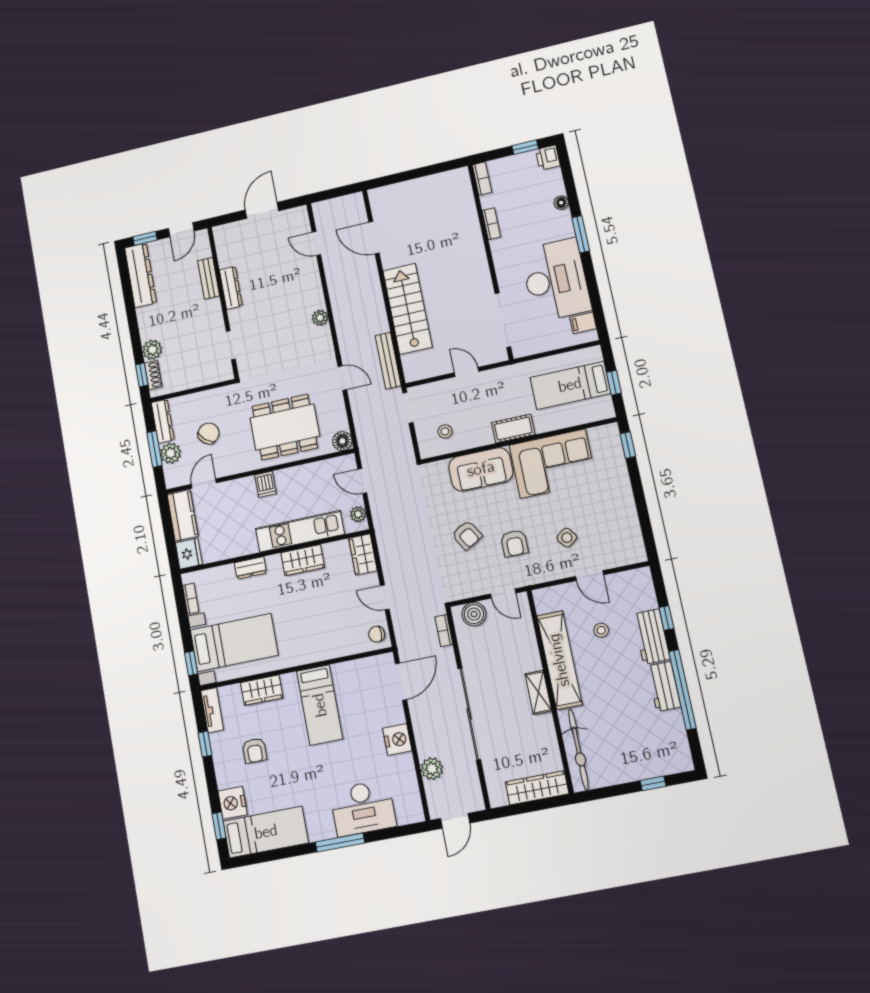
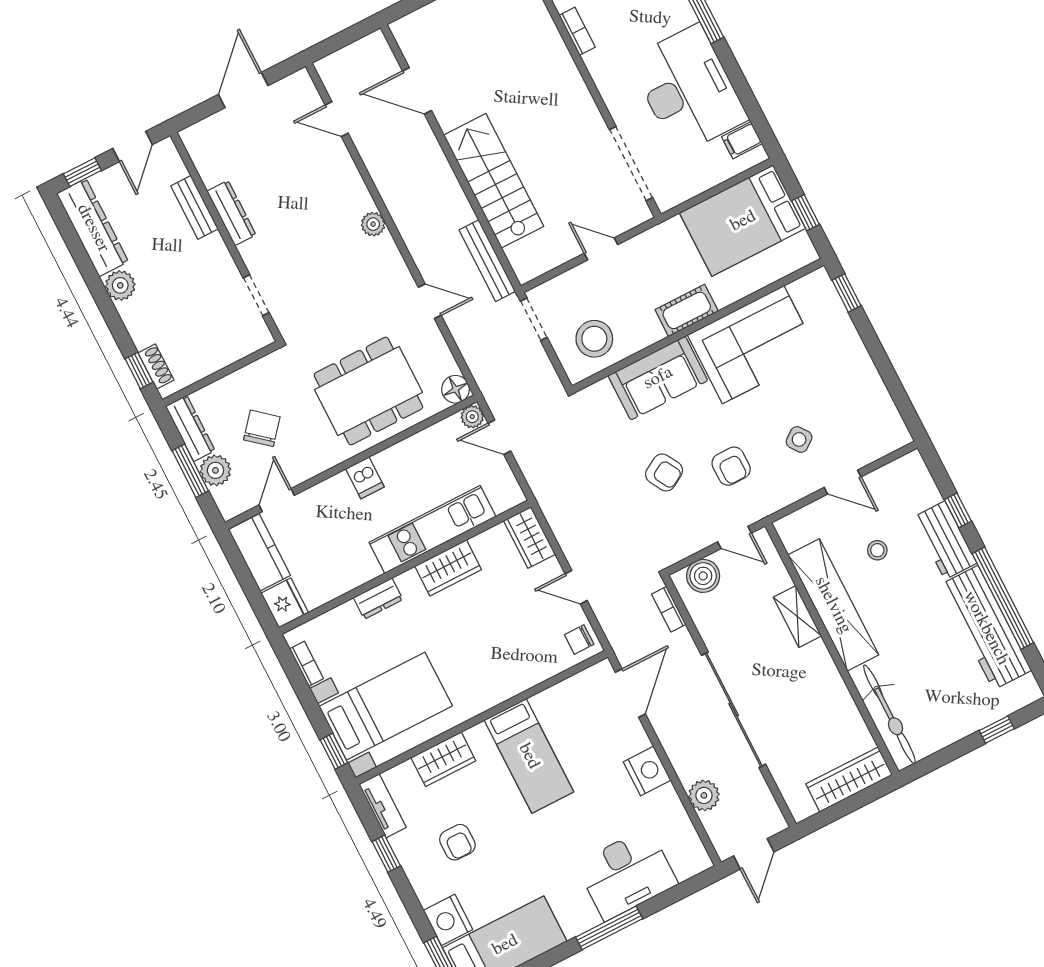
plant: (152, 350) -> (120, 285), moved
bed: (570, 385) -> (743, 221), width x1.50
stool: (445, 431) -> (594, 339), width x1.89, depth x1.89
plant: (358, 514) -> (472, 417), moved
workbench: (664, 686) -> (986, 628), width x1.88, depth x1.32
shelving: (538, 692) -> (797, 617), moved

